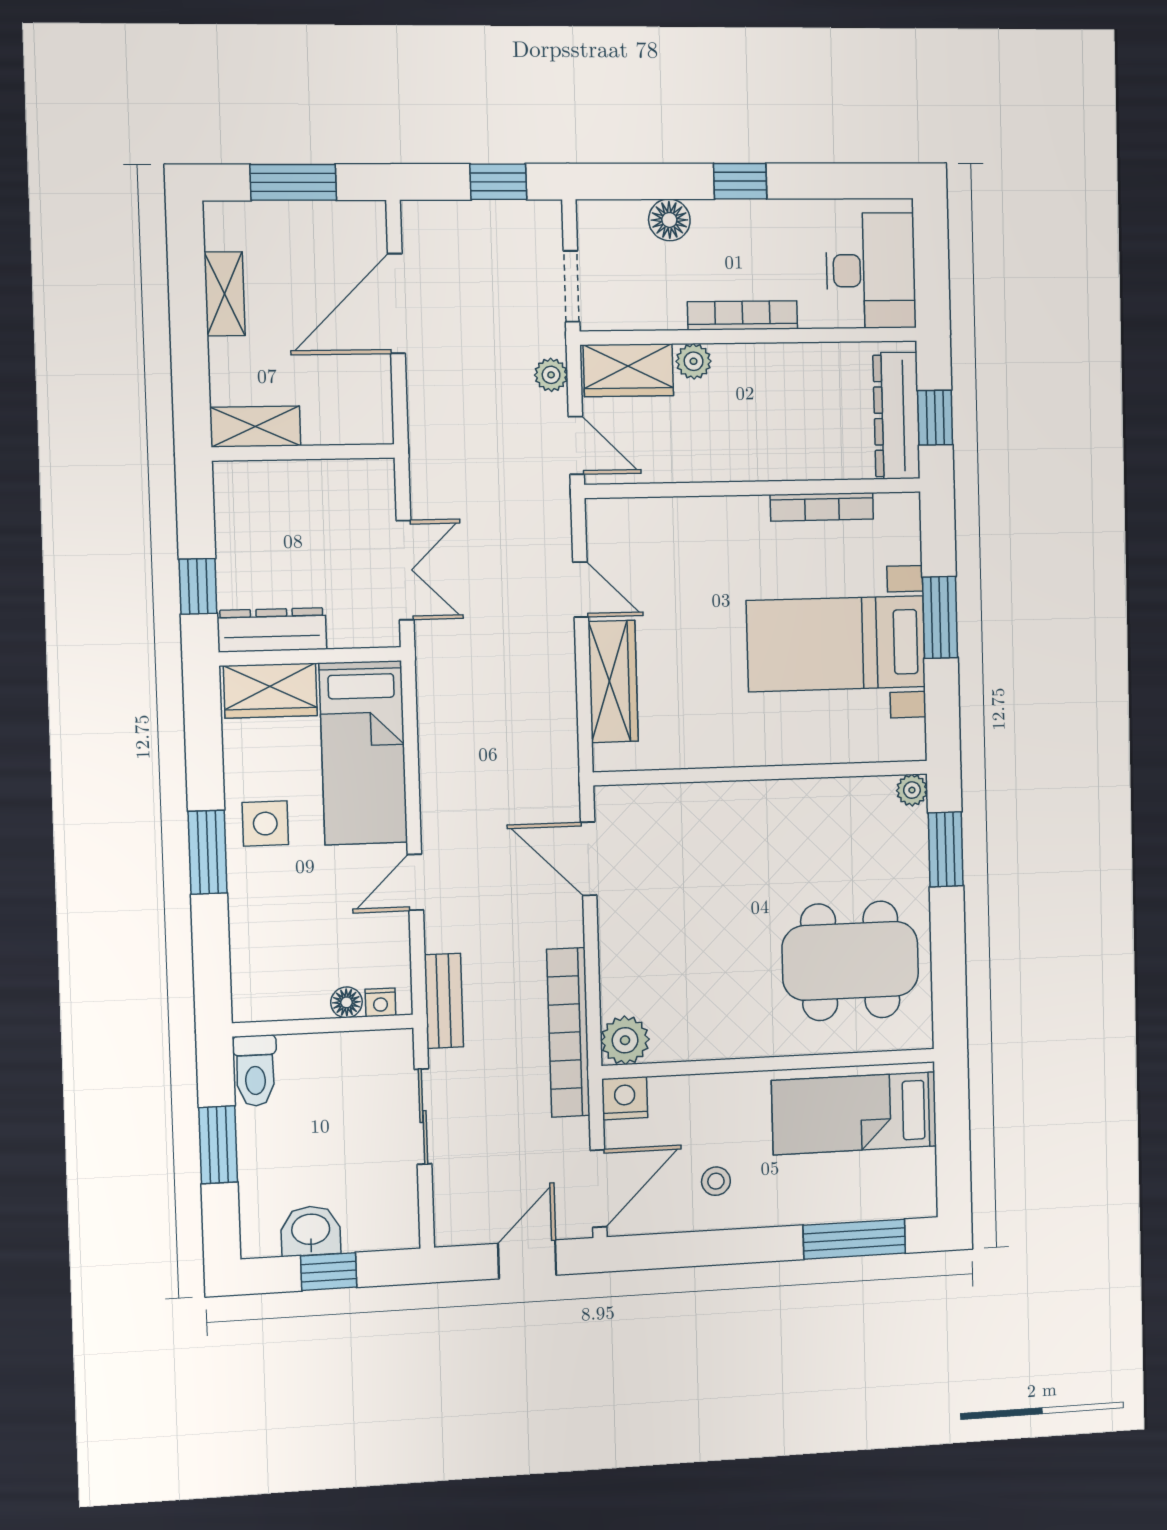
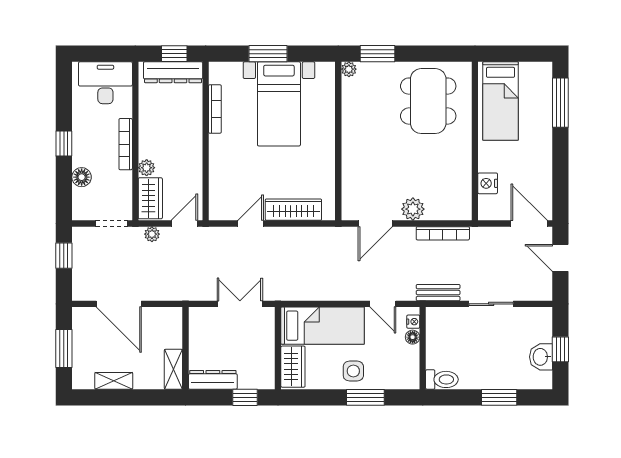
dresser: (272, 630) -> (213, 380), moved, turned 90
floor lamp: (346, 1002) -> (413, 337), moved
nightstand: (380, 1002) -> (413, 322), moved
wall: (323, 1025) -> (423, 348), moved
bookcase: (568, 1032) -> (443, 233), width x0.68, depth x0.76
plant: (625, 1040) -> (413, 209), moved
toilet: (255, 1071) -> (442, 379), moved
nightstand: (625, 1098) -> (488, 183), moved
stool: (716, 1181) -> (529, 168), removed

